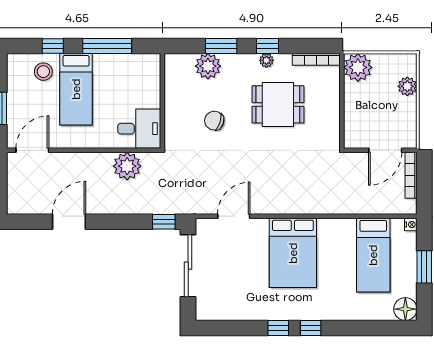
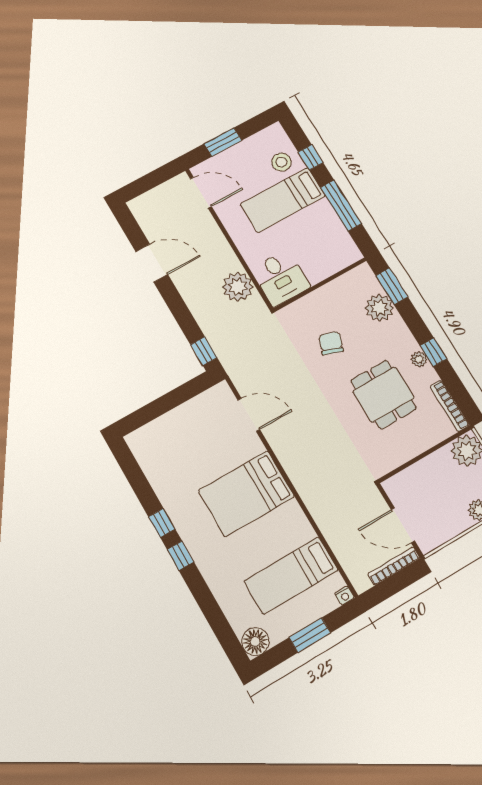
window: (221, 46) -> (392, 286), moved
sliding door: (188, 266) -> (174, 399), removed

